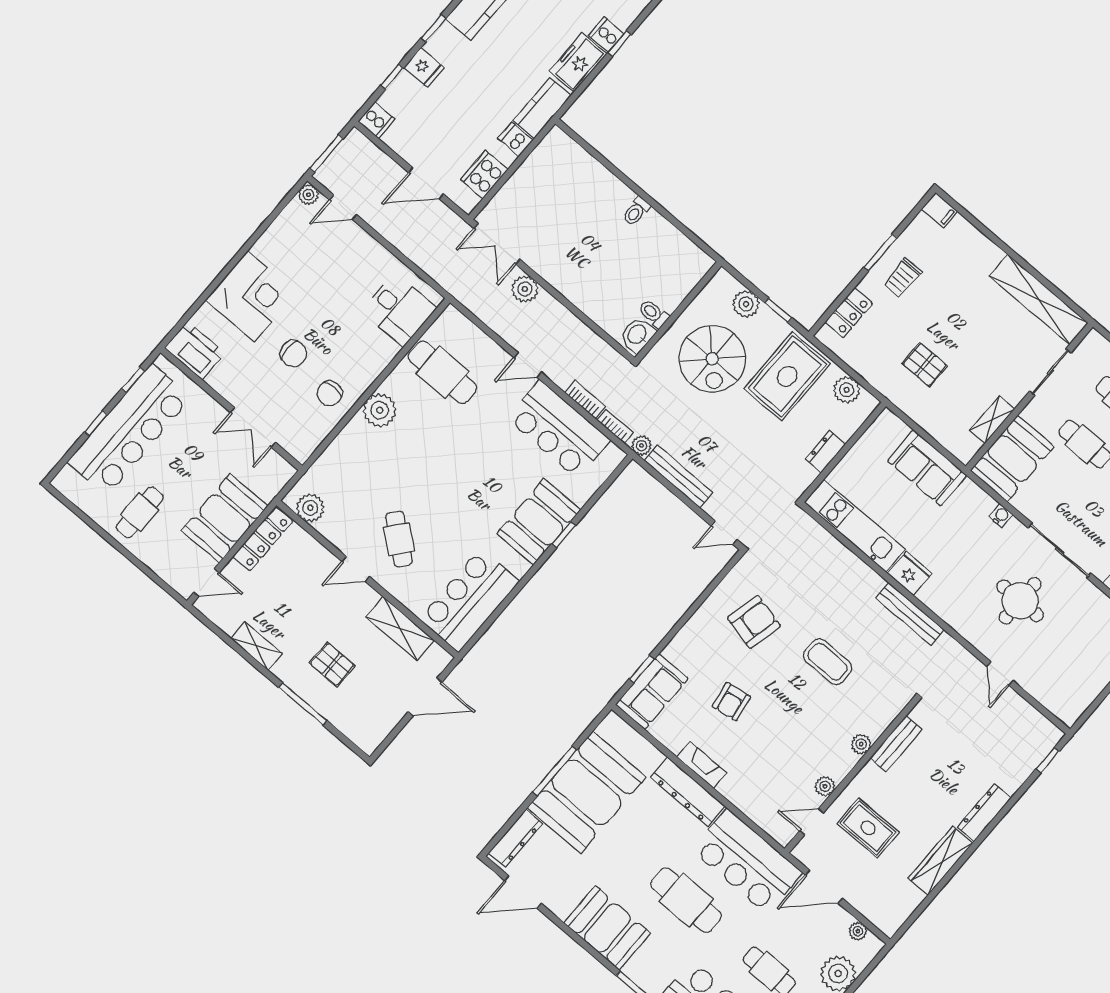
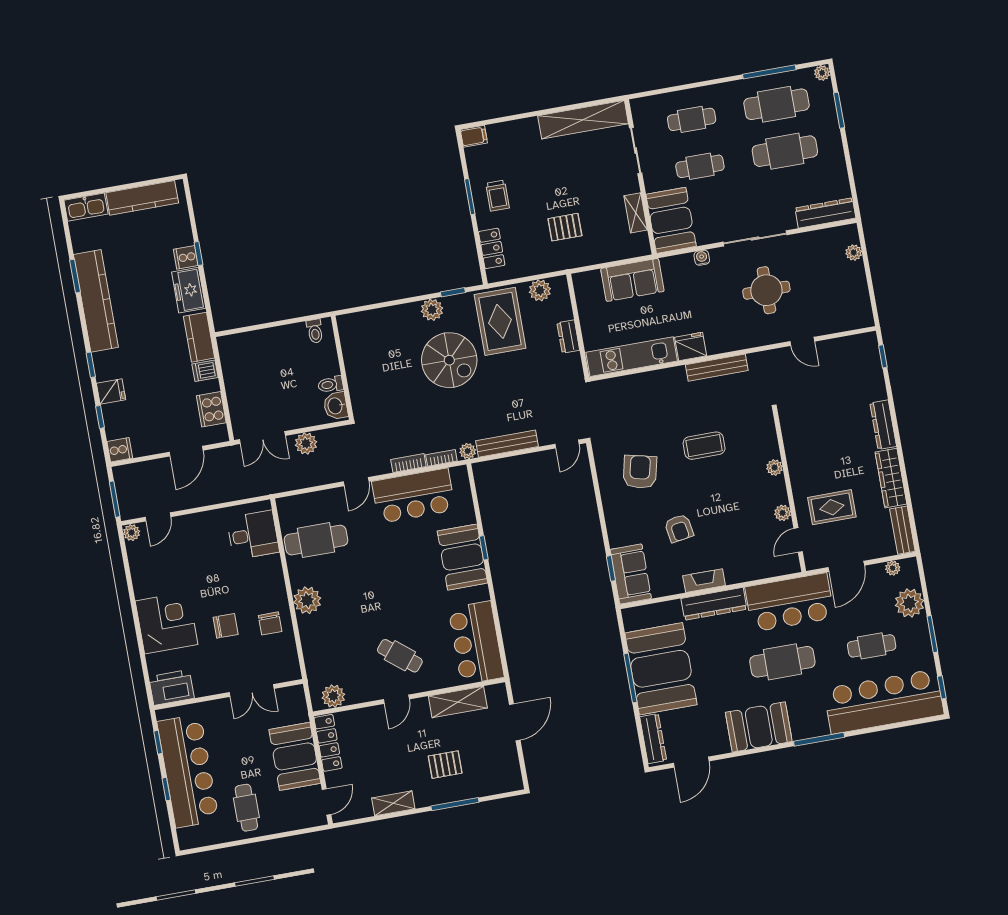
wall: (678, 312) -> (342, 368), moved
toilet: (654, 314) -> (331, 384), moved
washbasin: (638, 335) -> (336, 406), moved
bench: (896, 744) -> (902, 530), moved

